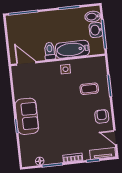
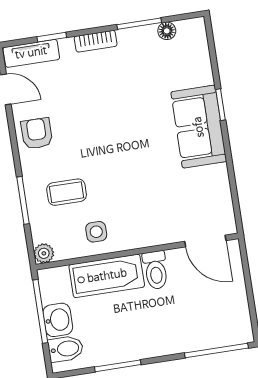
plant: (101, 61) -> (44, 253), added
side table: (65, 69) -> (96, 232), moved
armchair: (102, 116) -> (37, 133), turned 180

